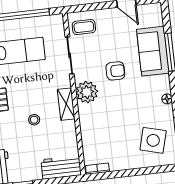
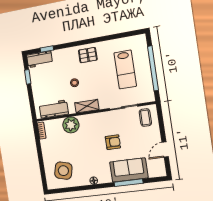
armchair: (115, 71) -> (113, 142), turned -90
plant: (87, 92) -> (71, 125), moved
workbench: (61, 167) -> (54, 109), moved, turned -90

